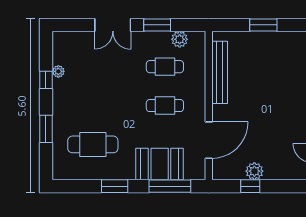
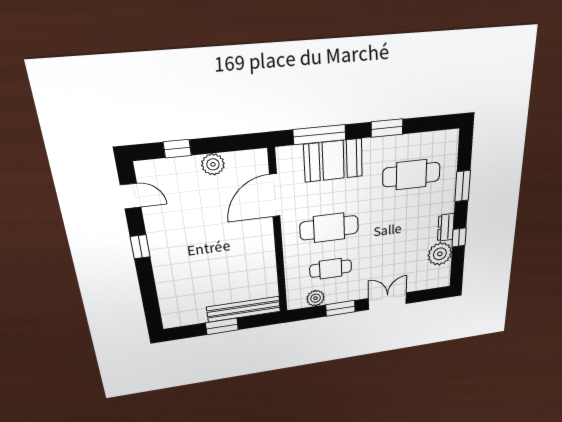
plant: (58, 71) -> (440, 254), width x1.88, depth x1.88
bench: (220, 72) -> (244, 309), moved, turned 90
dresser: (59, 92) -> (446, 227), added
cafe table: (165, 106) -> (329, 228), width x1.37, depth x1.35
window: (250, 186) -> (177, 149), moved

